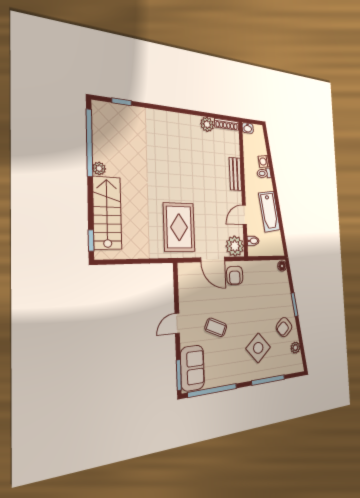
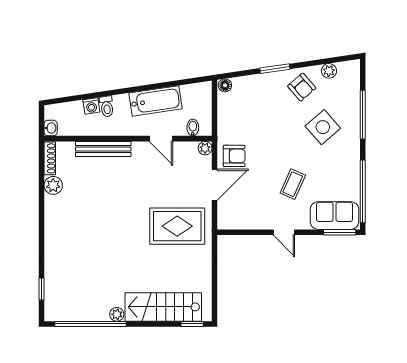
bench: (235, 174) -> (103, 149), width x1.36
plant: (235, 246) -> (205, 148), width x0.53, depth x0.53

